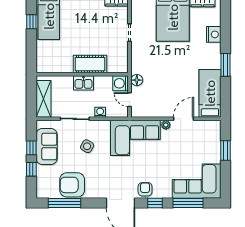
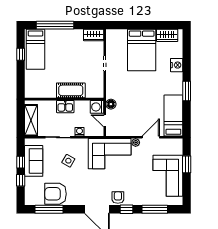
corner sofa: (197, 181) -> (168, 176), moved, turned -90

